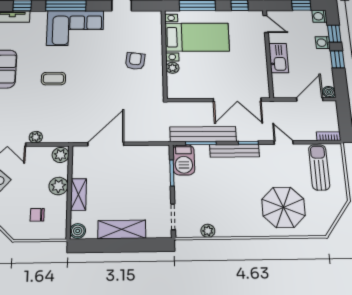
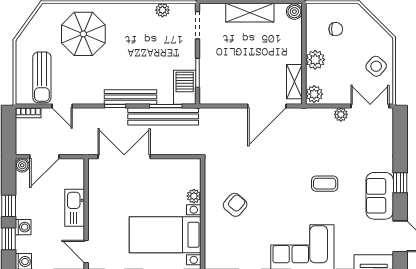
armchair: (135, 61) -> (235, 205), turned -146
door: (284, 142) -> (62, 106), moved
shelving: (78, 194) -> (294, 82), moved

